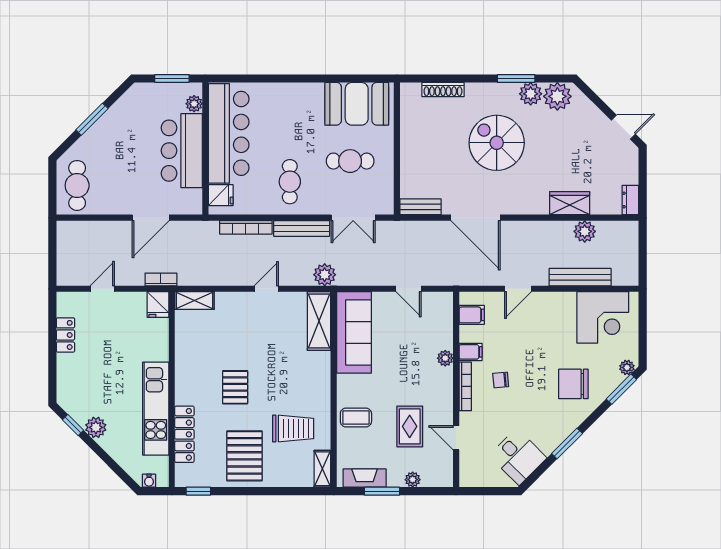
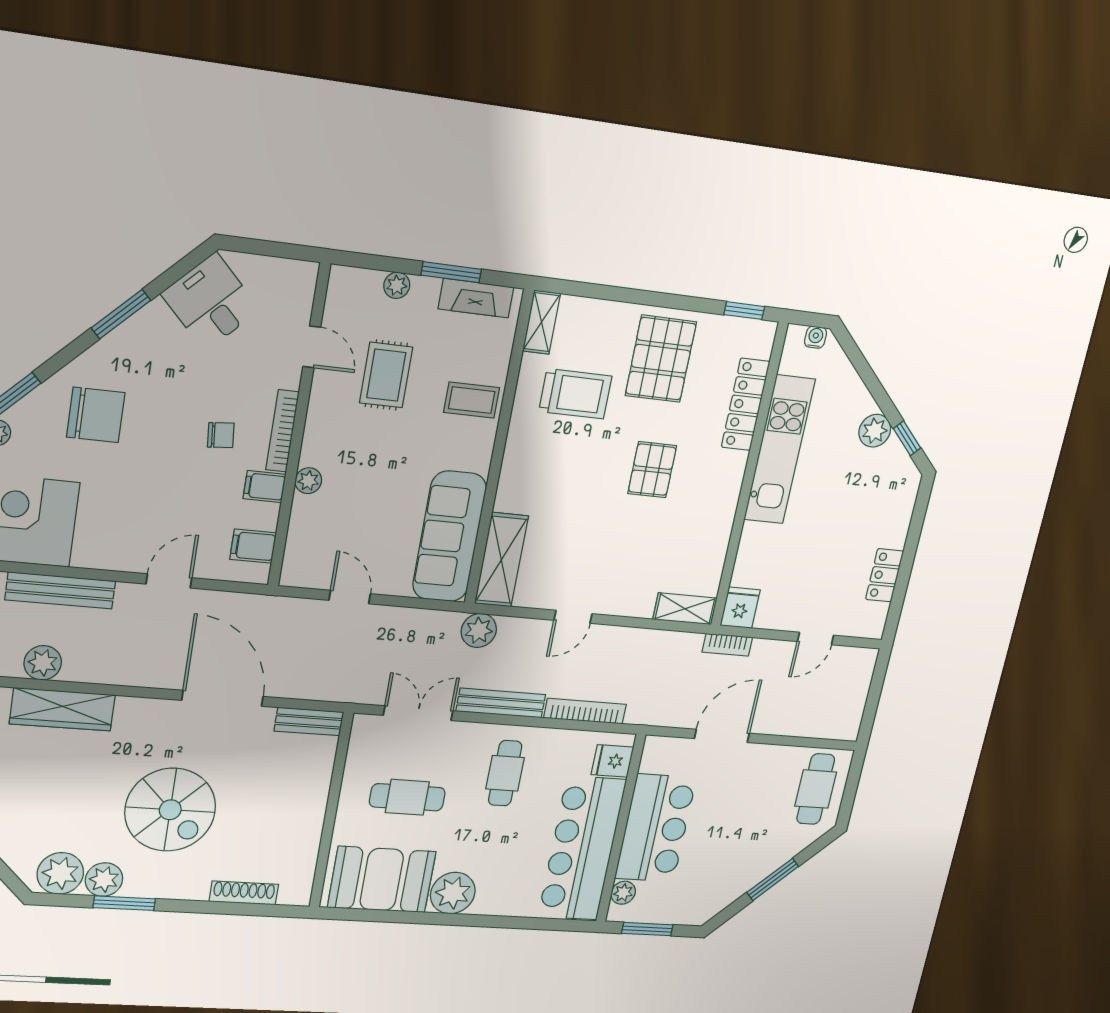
plant: (309, 97) -> (453, 893), added
wardrobe: (570, 203) -> (62, 709), width x1.50
trolley: (293, 429) -> (575, 394), turned 180

